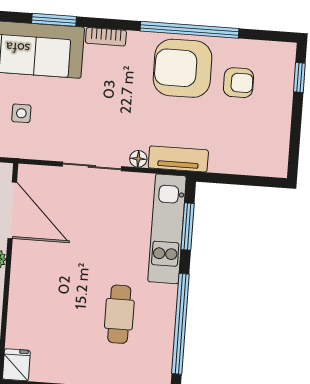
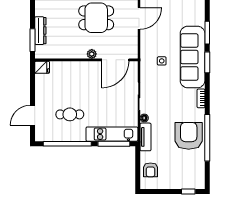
window: (54, 20) -> (207, 62), moved
armchair: (238, 83) -> (150, 170), moved
window: (188, 226) -> (114, 144), width x1.44

